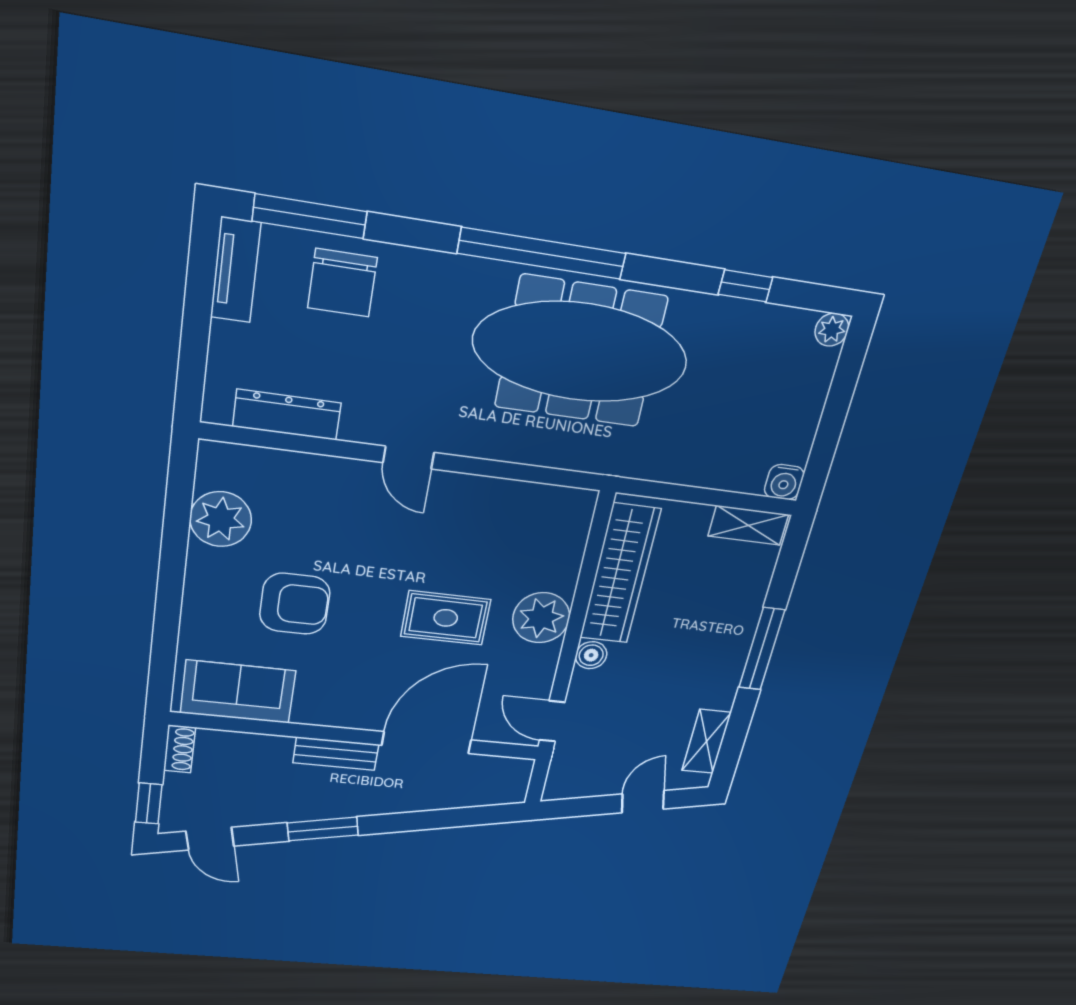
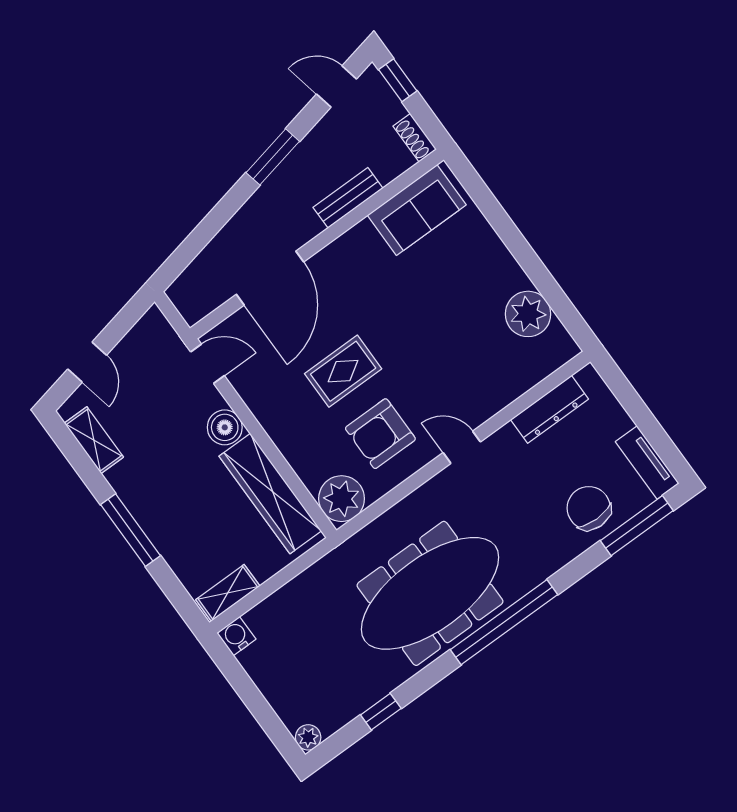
armchair: (295, 604) -> (380, 434), moved
plant: (541, 618) -> (342, 499), moved
boiler: (591, 655) -> (225, 427), width x1.36, depth x1.36
bench: (336, 754) -> (348, 198), moved

